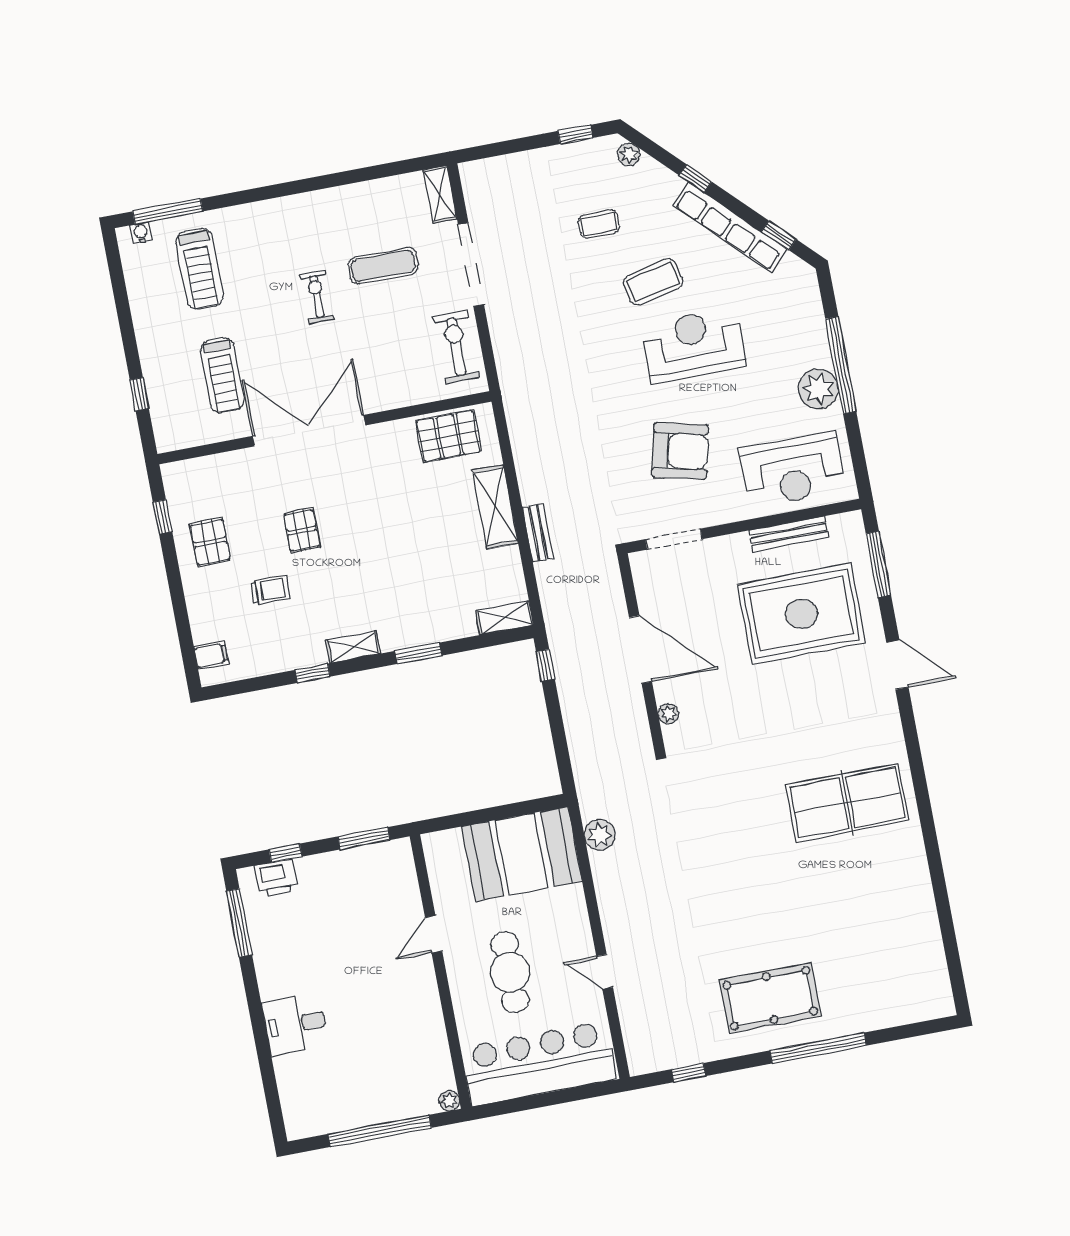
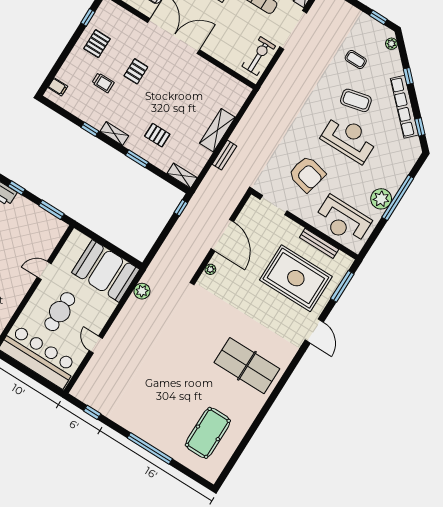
pallet: (448, 436) -> (157, 135), moved, width x0.67, depth x0.71
pool table: (770, 998) -> (208, 433), moved, turned 90

